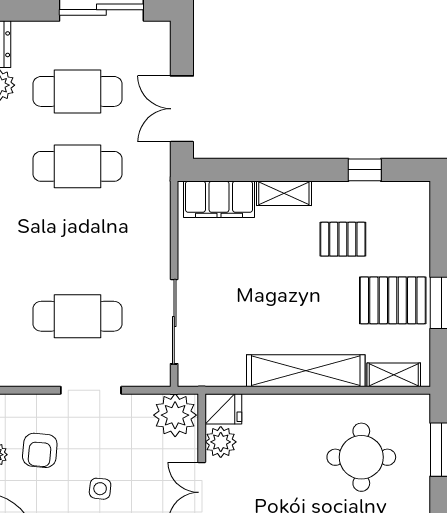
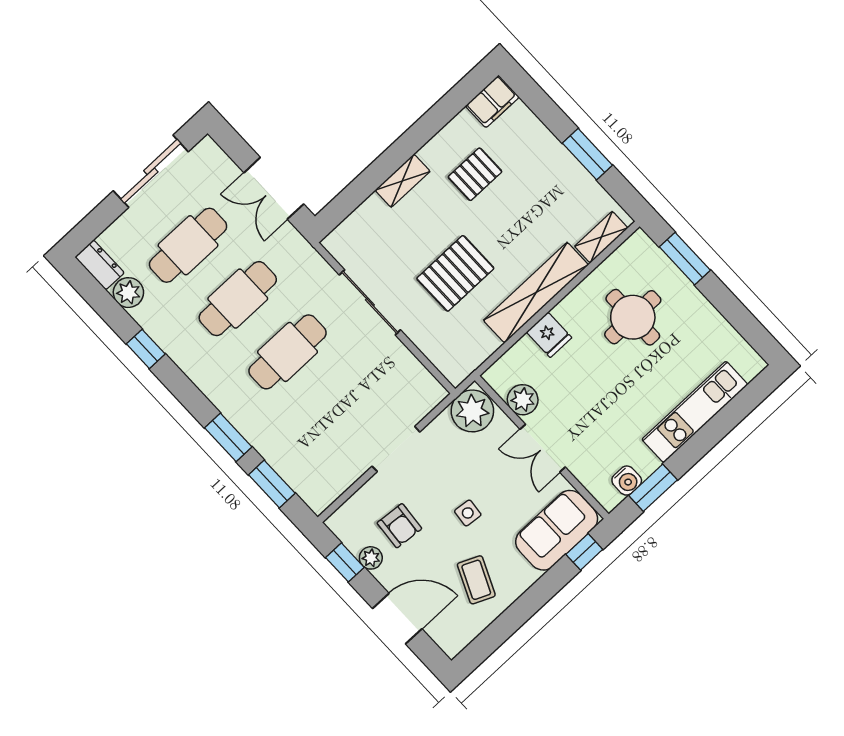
window: (365, 170) -> (445, 110), removed
filing cabinet: (219, 199) -> (492, 101), moved, width x0.67, depth x0.86
pallet: (393, 300) -> (455, 273), moved
cafe table: (78, 316) -> (287, 352), moved
sliding door: (174, 322) -> (370, 302), moved
fridge: (223, 409) -> (549, 335), moved, turned 90

